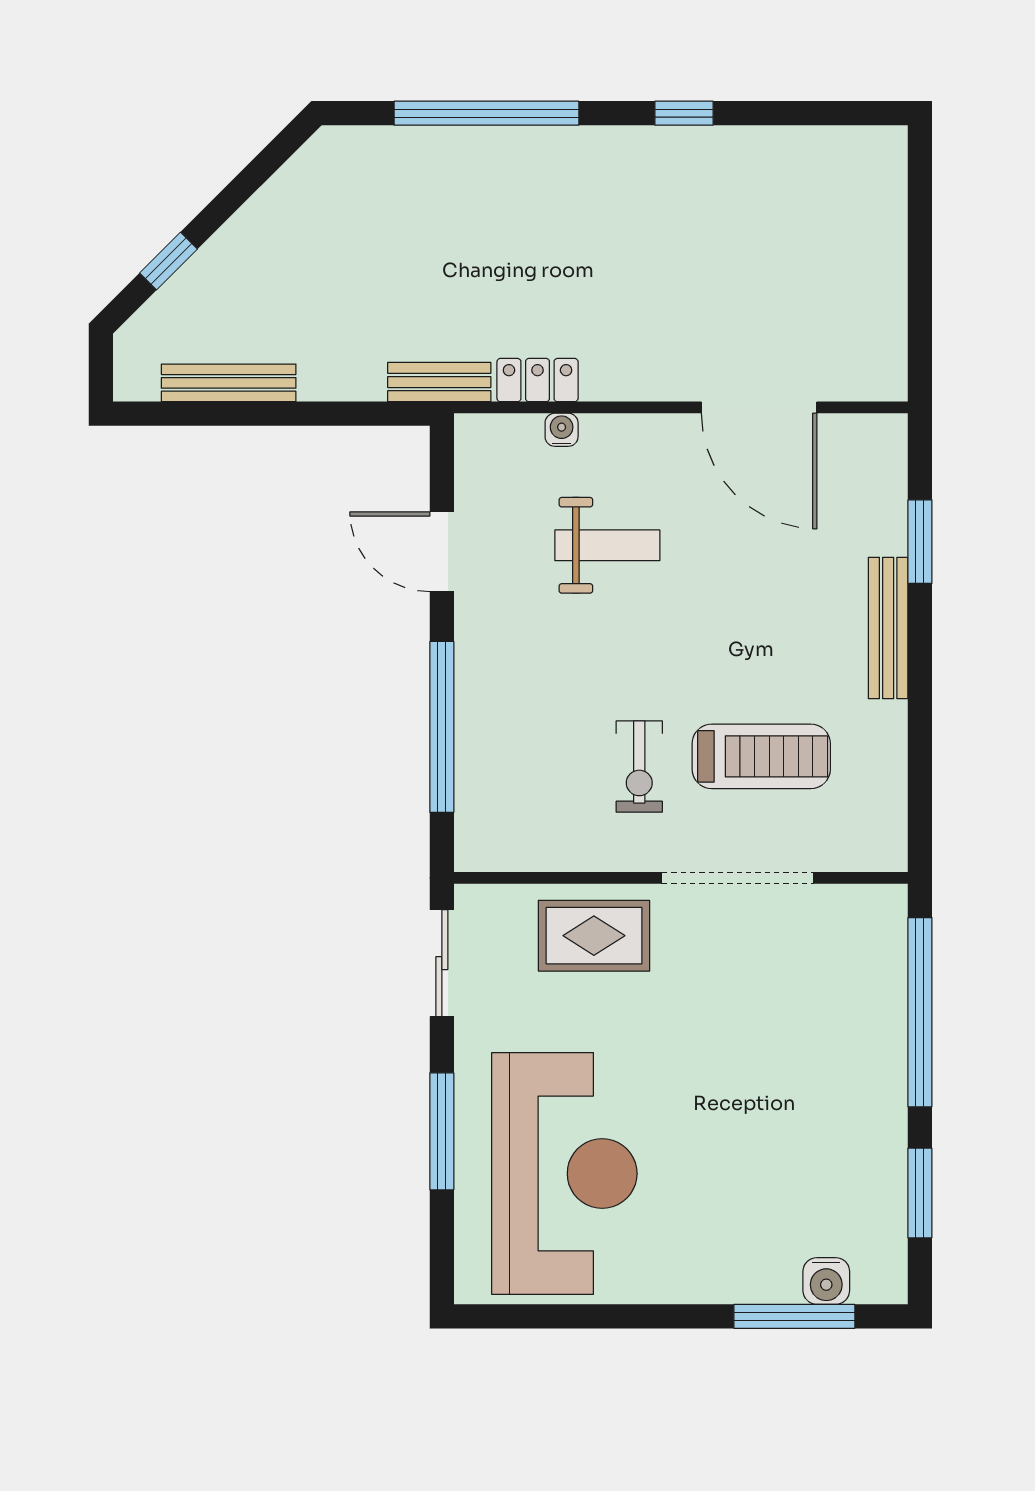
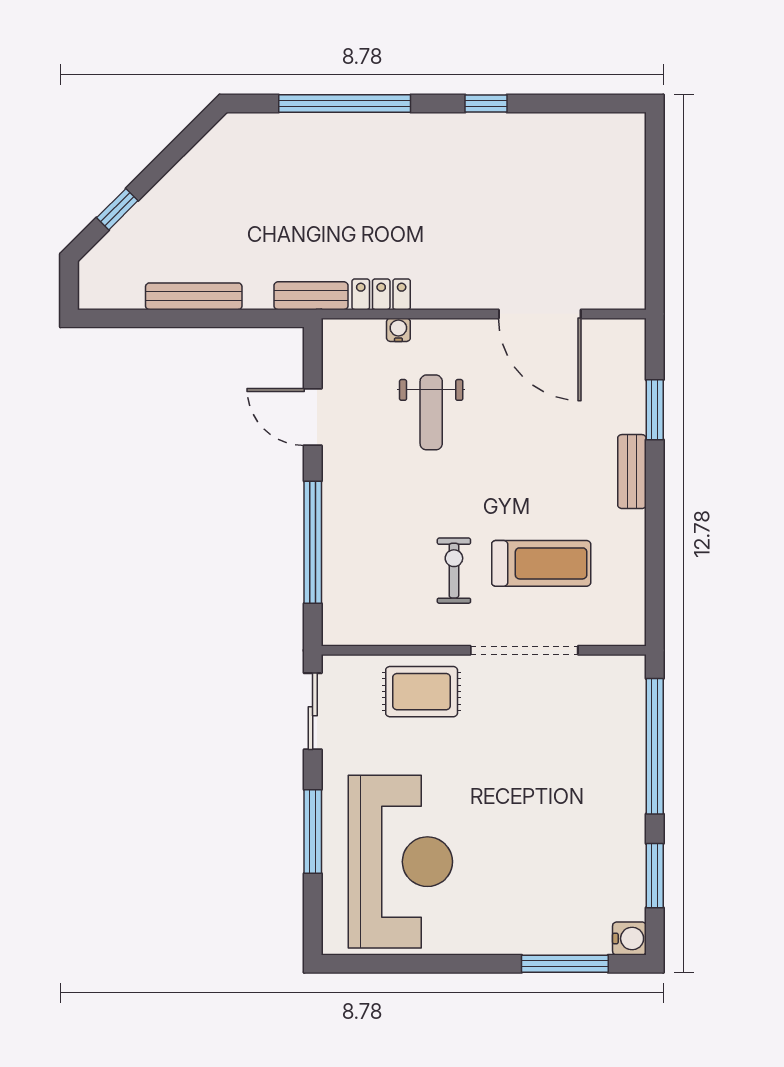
bench: (229, 383) -> (194, 296), moved
weight bench: (607, 545) -> (431, 412), turned 90
bench: (888, 628) -> (632, 472), width x0.73
exercise bike: (639, 766) -> (454, 571), turned 180
water cooler: (826, 1281) -> (629, 939), moved, turned -90

